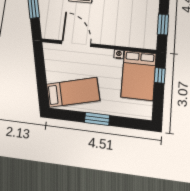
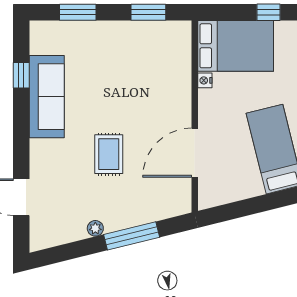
window: (160, 75) -> (269, 12), moved

